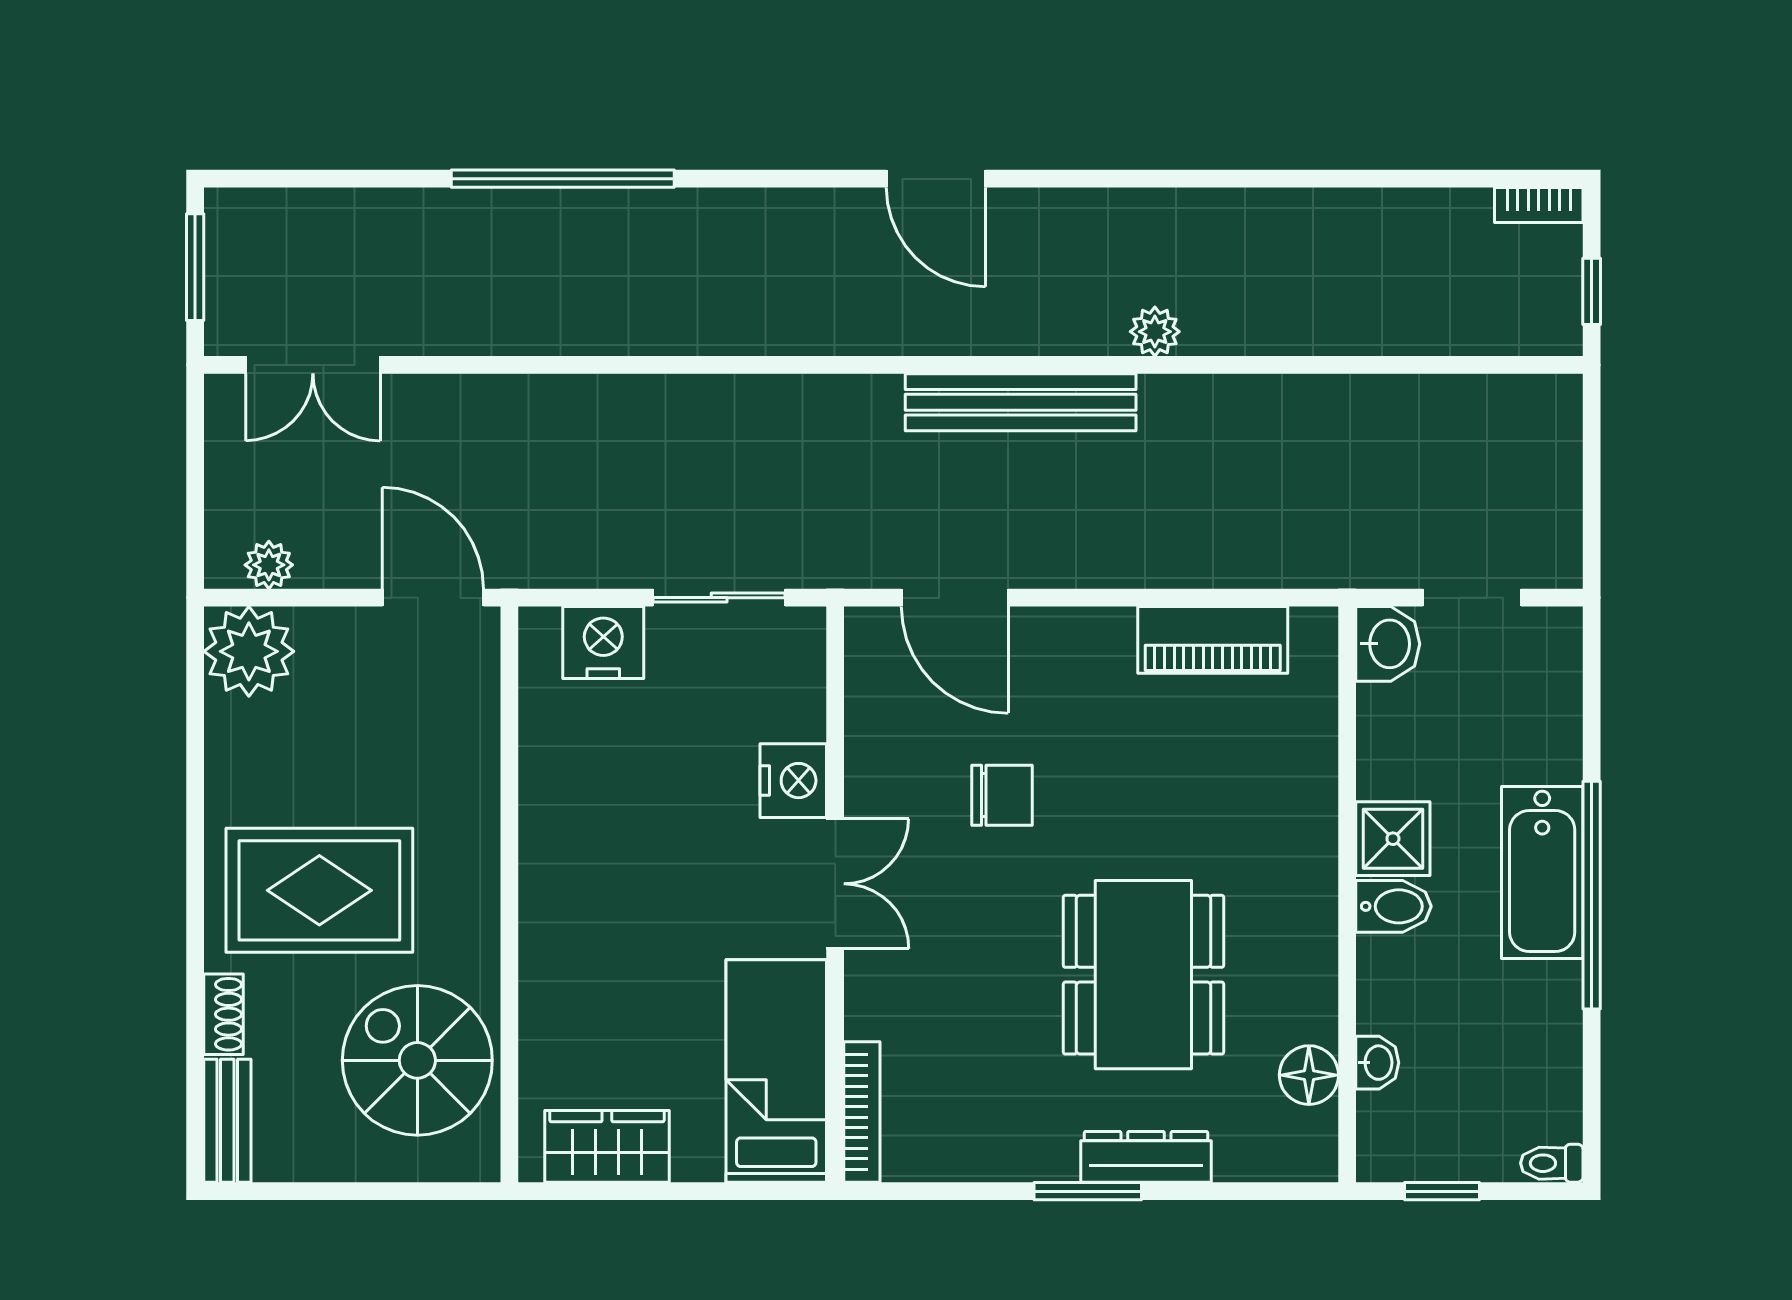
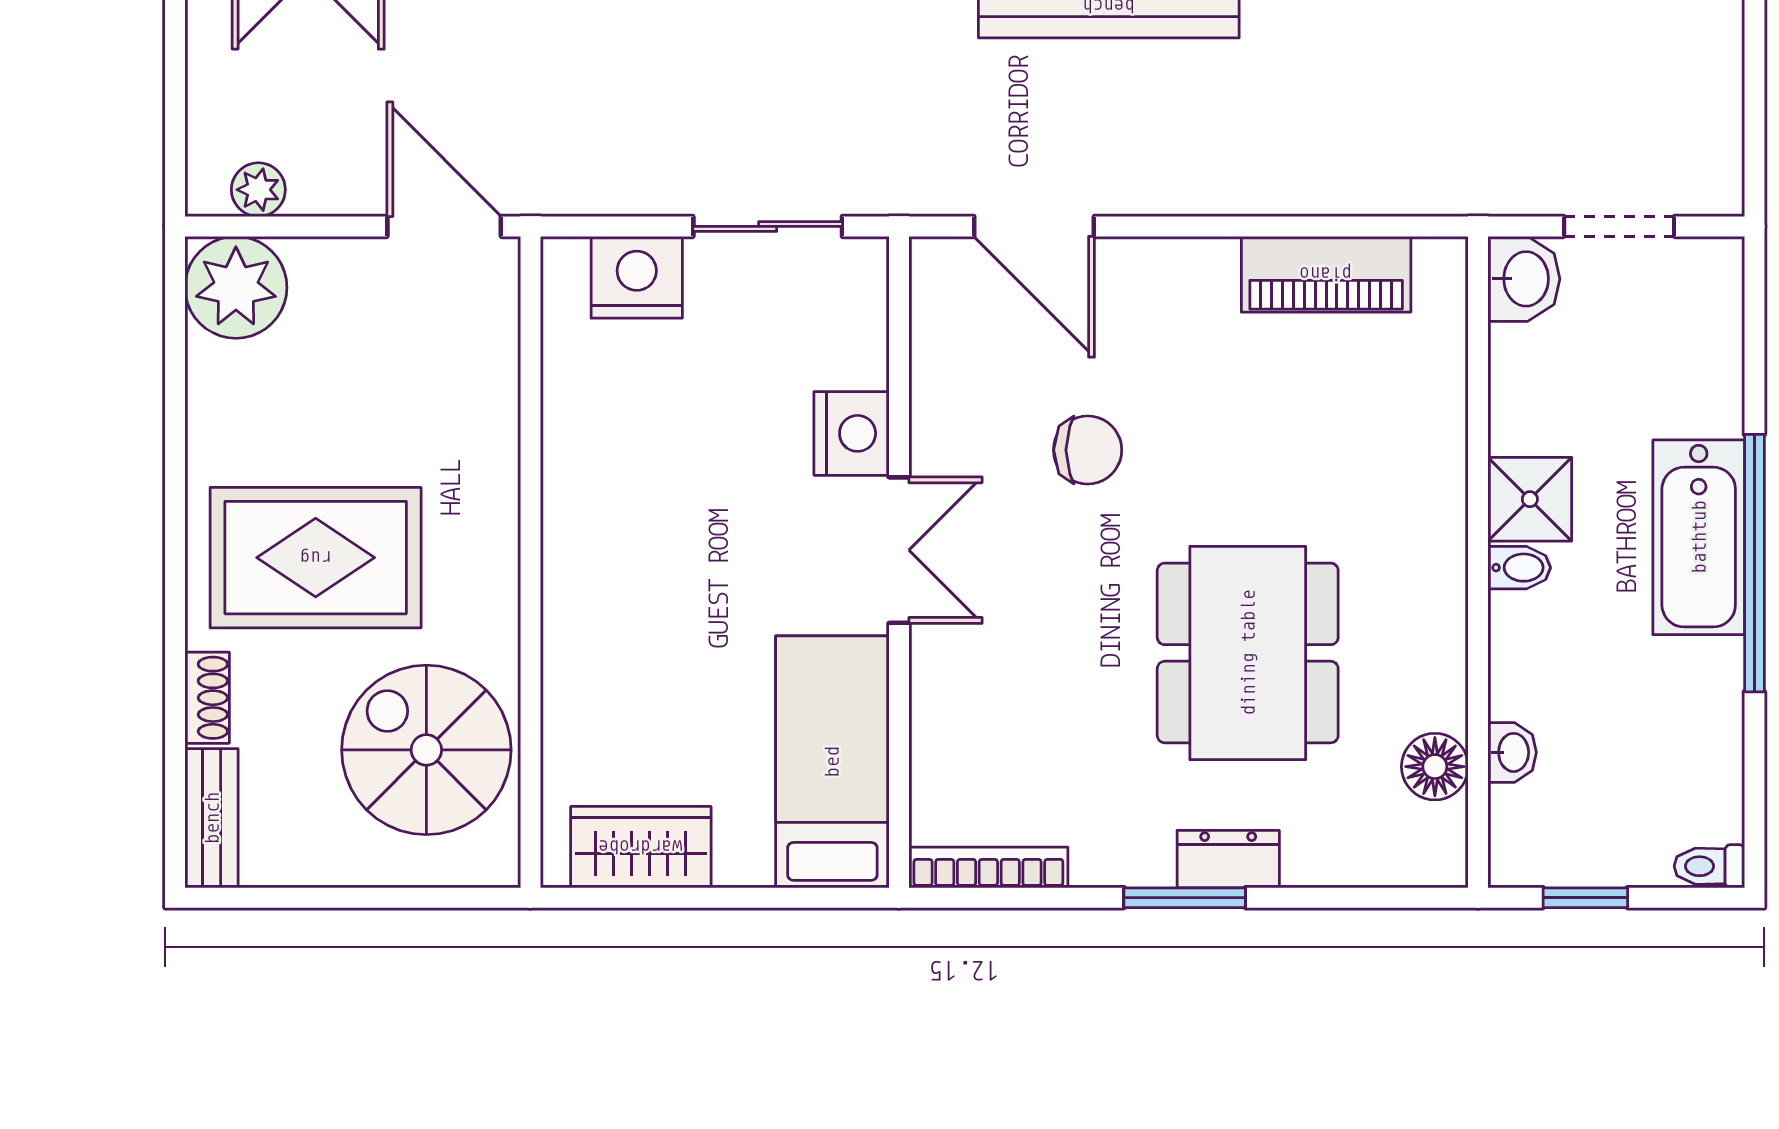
bidet: (1394, 906) -> (1519, 568), width x0.72, depth x0.74
bookcase: (862, 1112) -> (988, 867), moved, turned -90
dresser: (1146, 1157) -> (1228, 859), width x0.70

